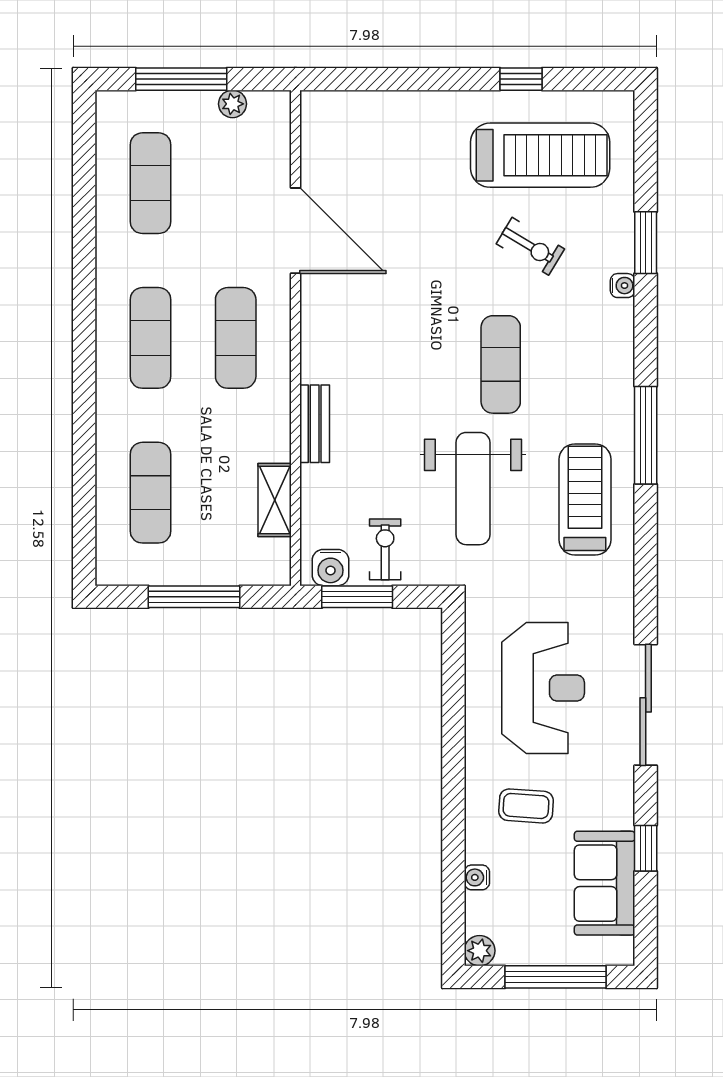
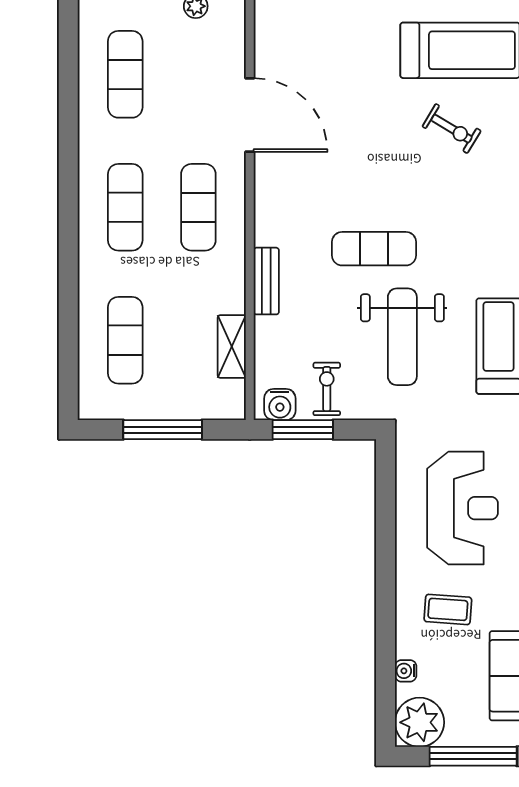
exercise mat: (501, 364) -> (374, 249), moved, turned 90
plant: (480, 951) -> (419, 722), width x1.88, depth x1.88

